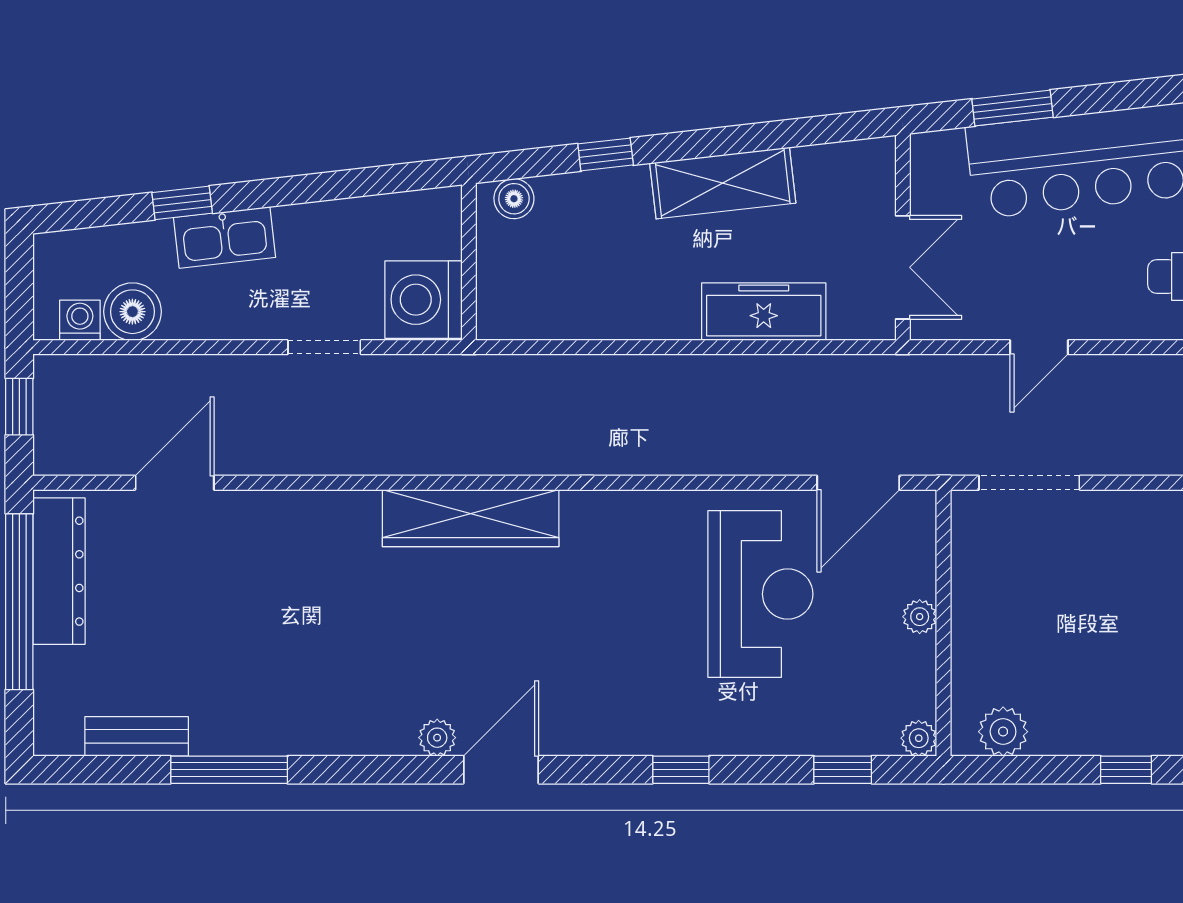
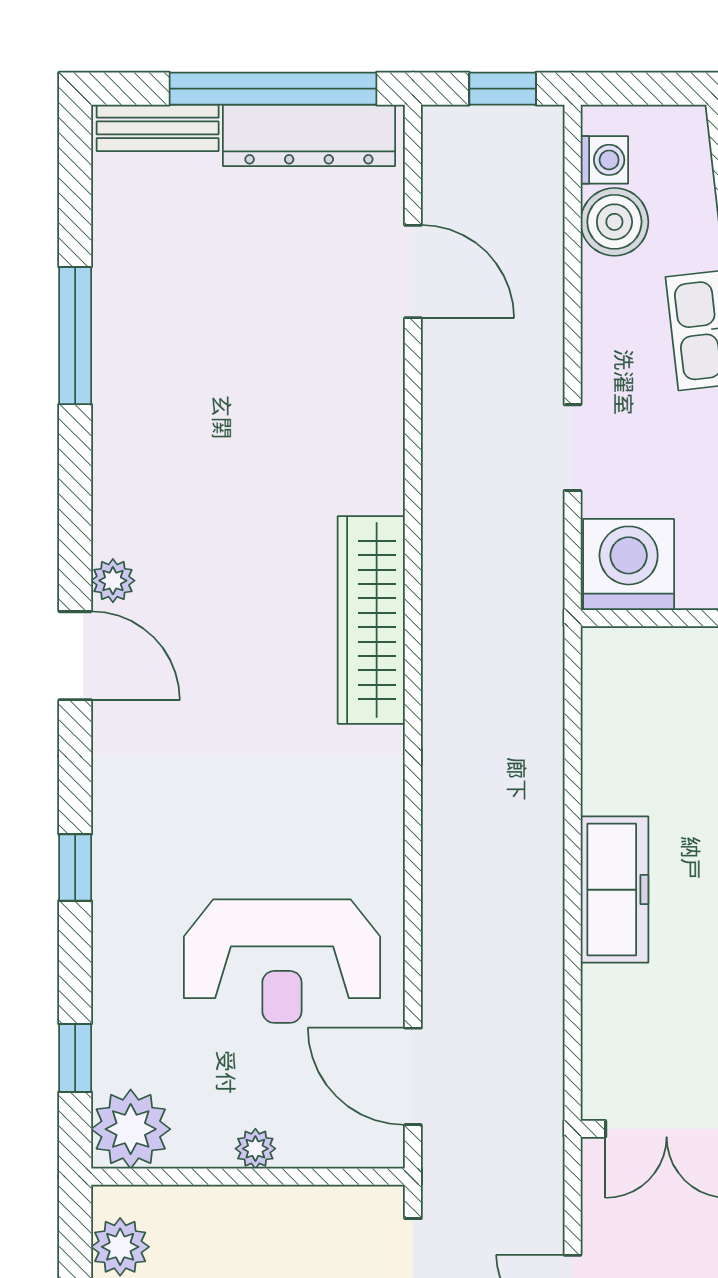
freezer: (764, 312) -> (614, 890), moved
bench: (137, 736) -> (158, 128), moved, turned 90
plant: (919, 738) -> (131, 1129), width x1.88, depth x1.88

